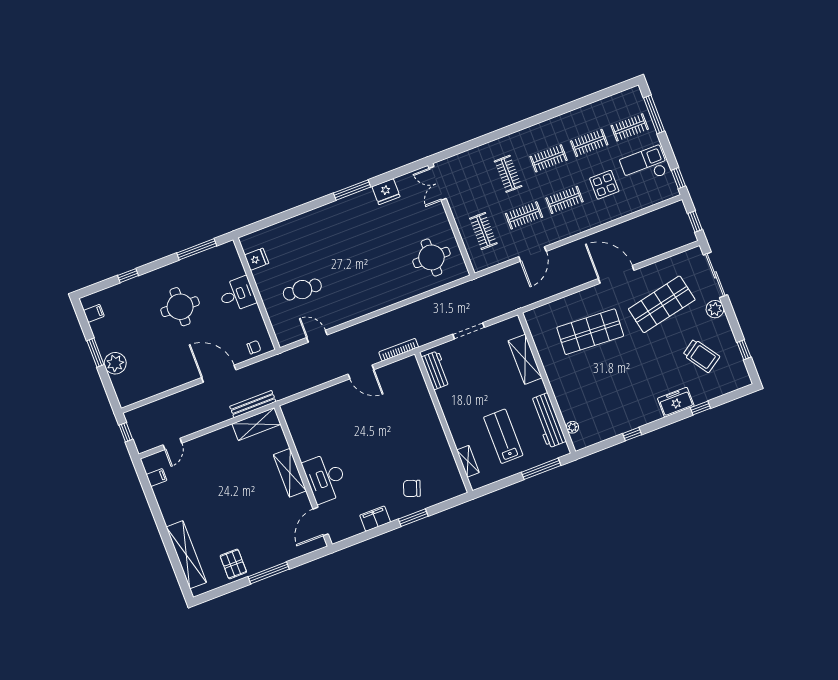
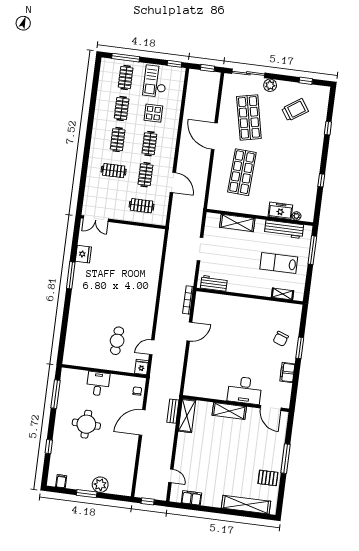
round table: (431, 257) -> (141, 248), removed
fridge: (257, 259) -> (141, 367), moved
door: (616, 274) -> (214, 136), hinge flipped
freezer: (676, 402) -> (280, 211), moved, turned 90
bench: (253, 404) -> (173, 411), width x0.73
filing cabinet: (157, 478) -> (191, 498), width x2.00

